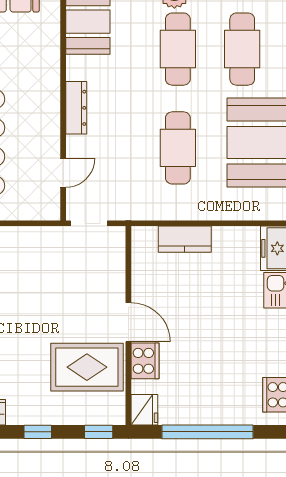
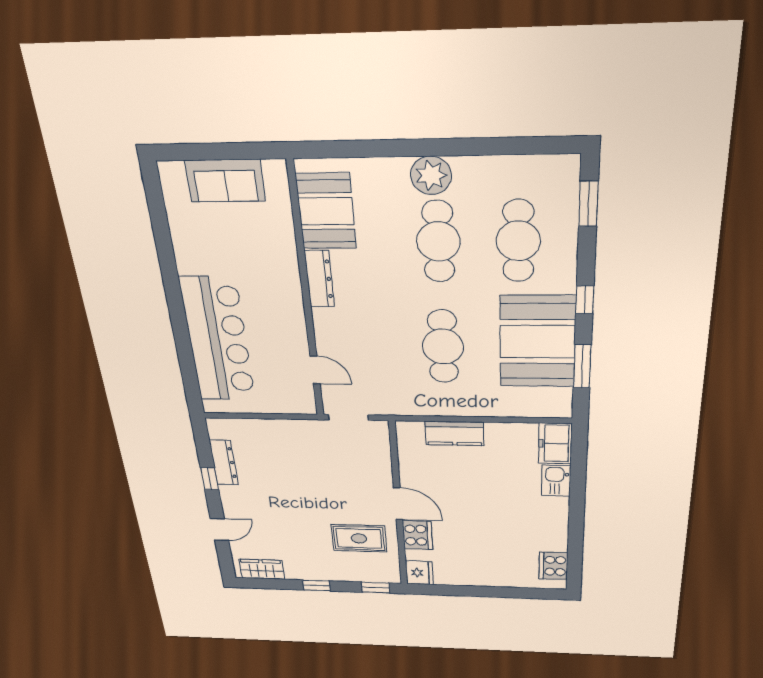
dresser: (76, 108) -> (319, 279), moved
door: (63, 173) -> (315, 370), hinge flipped
rug: (87, 367) -> (359, 538), width x0.73, depth x0.70
window: (208, 432) -> (483, 591), removed

